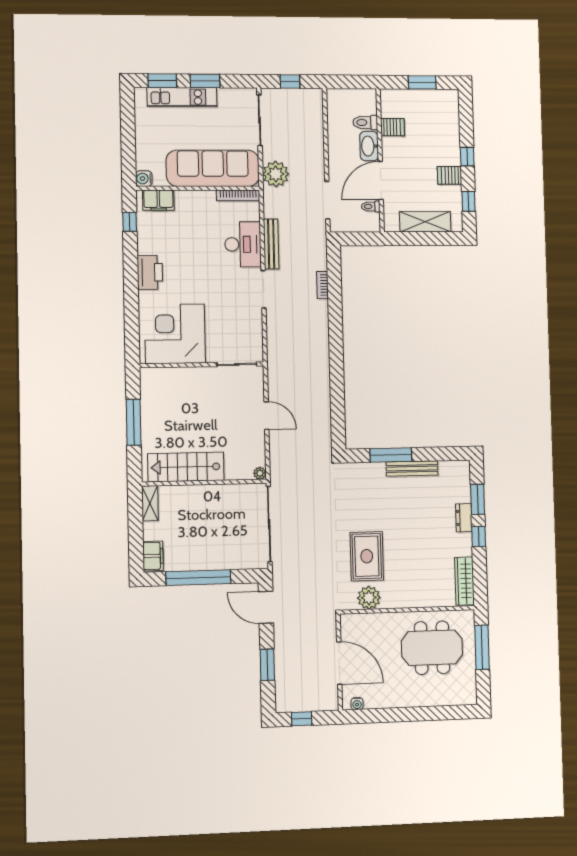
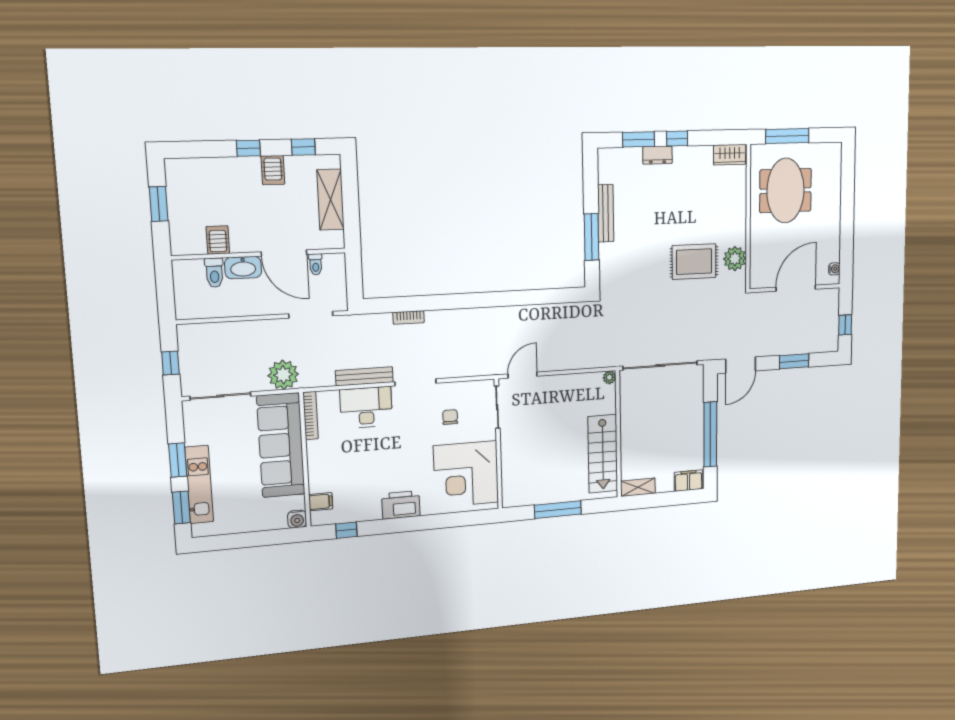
filing cabinet: (158, 200) -> (321, 502), width x0.50
chair: (230, 320) -> (450, 417), added
door: (266, 416) -> (522, 375), moved
wardrobe: (464, 581) -> (730, 155), width x0.67

